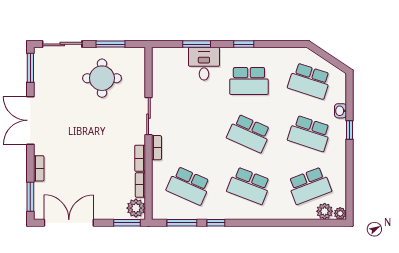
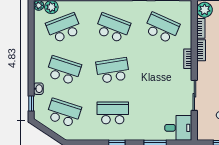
desk: (204, 64) -> (178, 128), moved, turned -90
sliding door: (148, 116) -> (194, 95), moved
window: (349, 130) -> (31, 104), moved
school desk: (249, 133) -> (113, 70), turned -33

